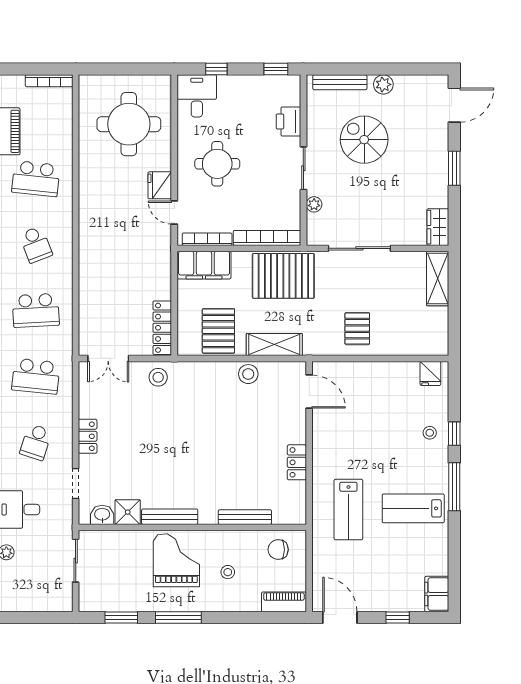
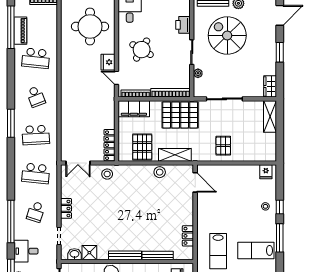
spiral stairs: (364, 140) -> (227, 35), width x1.37, depth x1.37
round table: (217, 164) -> (142, 50), turned 30
locker: (297, 462) -> (188, 236), moved
bench: (170, 517) -> (125, 255), moved

